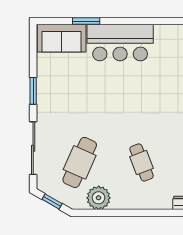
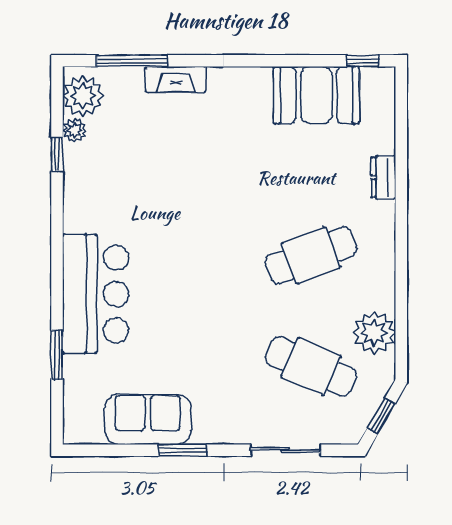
sofa: (62, 38) -> (148, 419), moved, turned -90
sliding door: (33, 148) -> (285, 450), width x0.73
cafe table: (142, 162) -> (311, 255), width x1.37, depth x1.35

